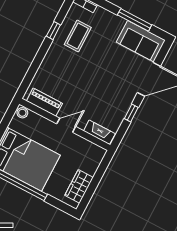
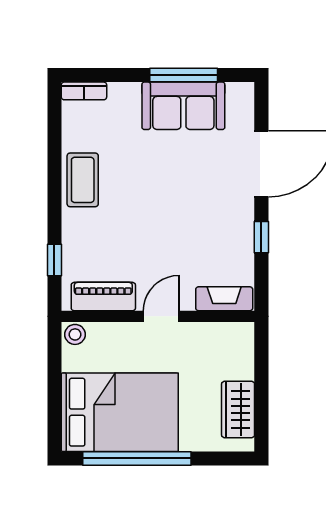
window: (53, 31) -> (54, 260), moved
coffee table: (78, 36) -> (83, 180), moved
sofa: (141, 41) -> (183, 106), moved

